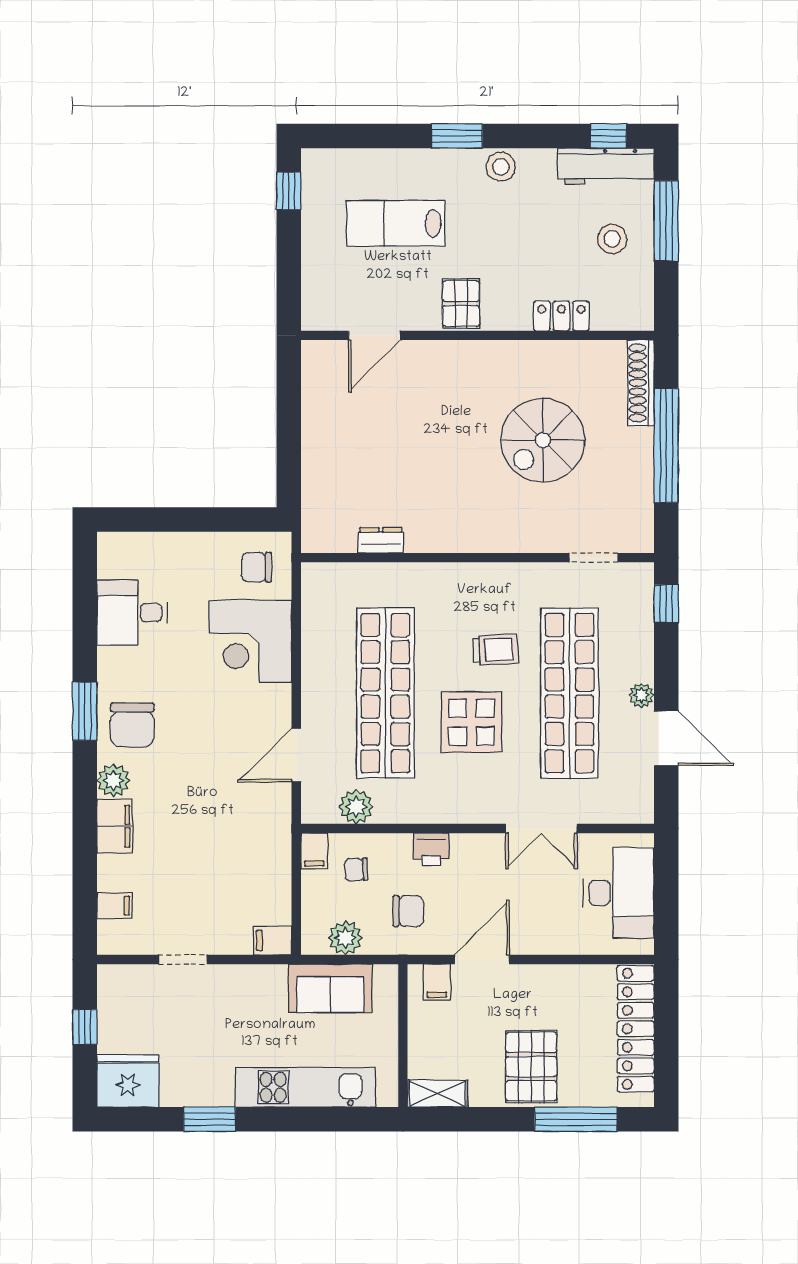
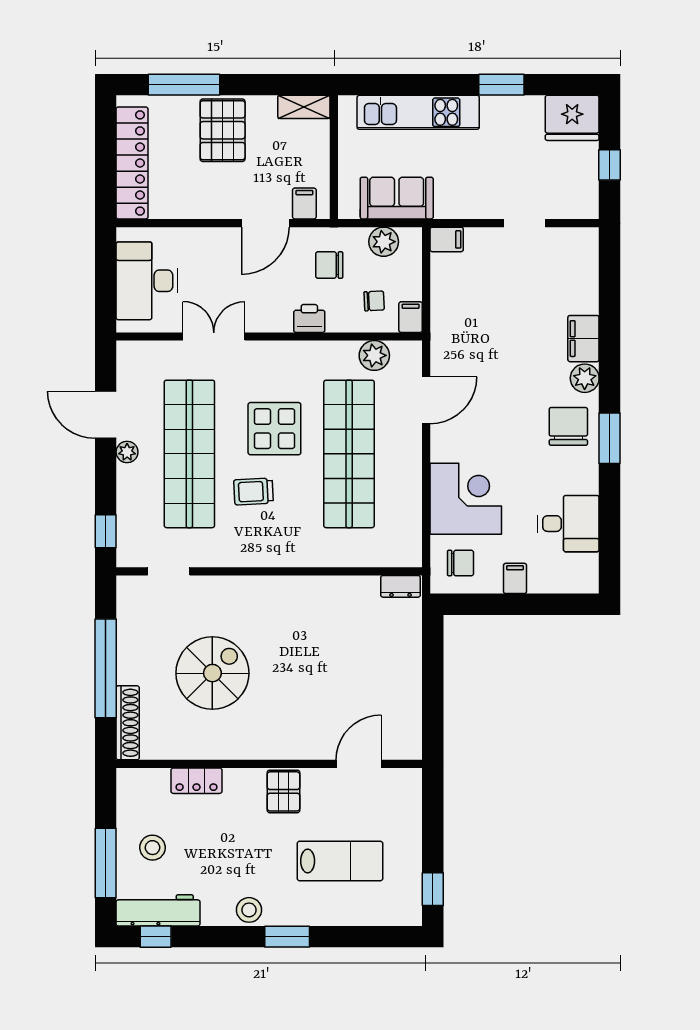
dresser: (381, 540) -> (401, 586), moved
filing cabinet: (115, 906) -> (515, 578), moved, turned 90

